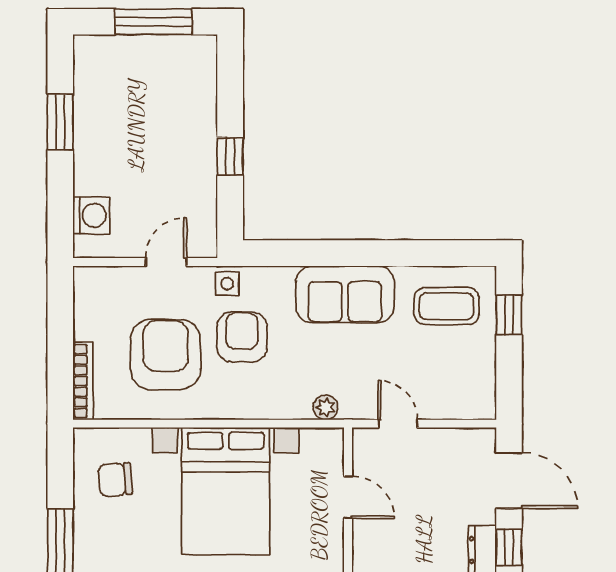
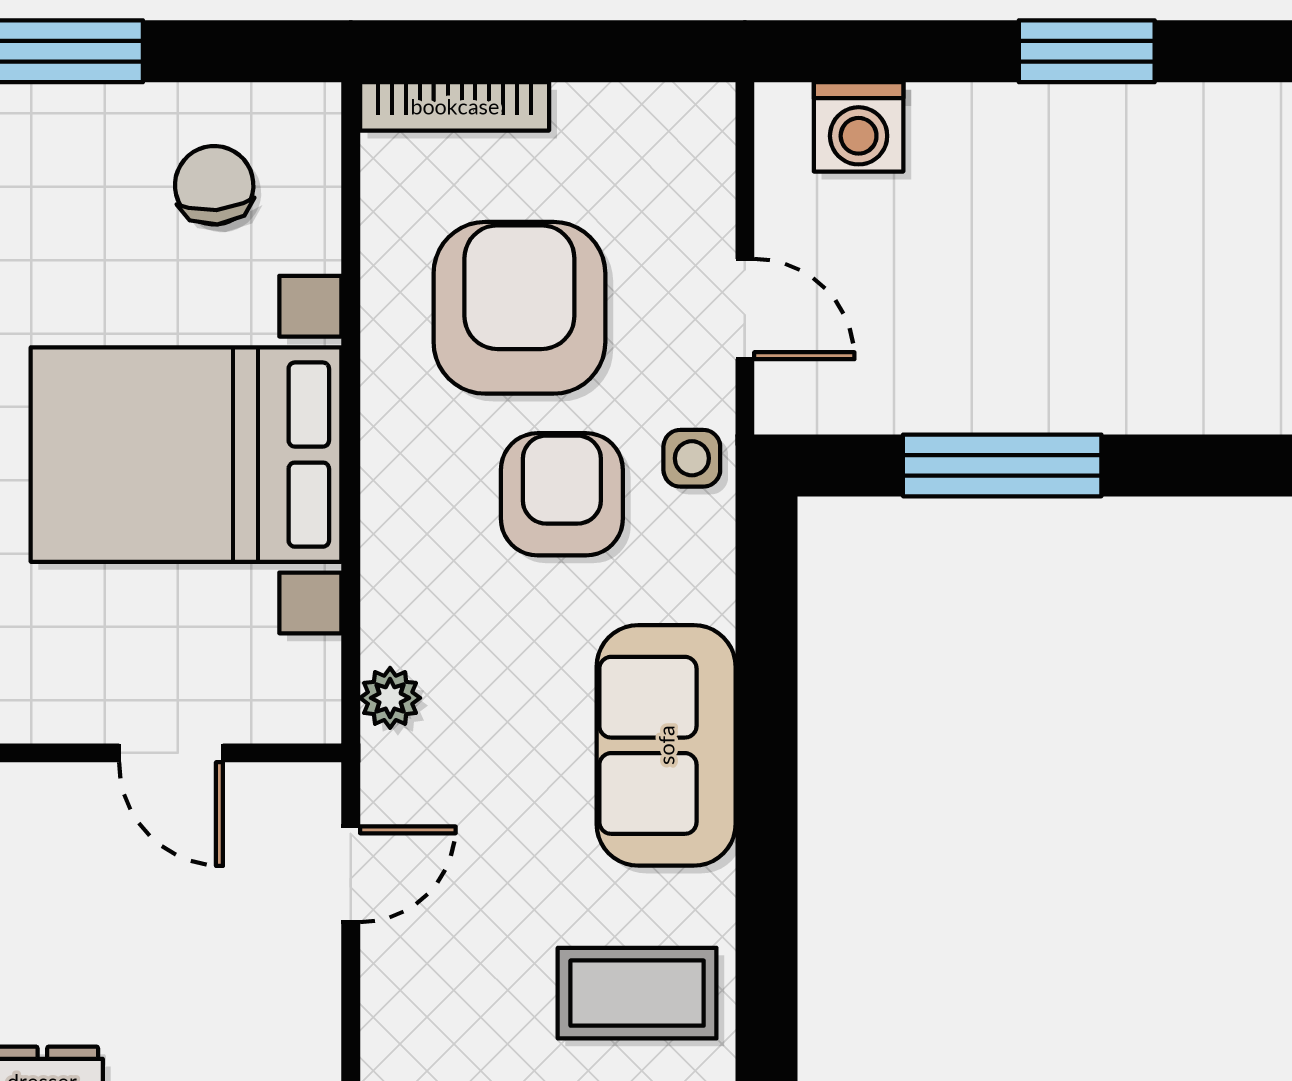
window: (230, 156) -> (1002, 465), width x2.17
coffee table: (447, 306) -> (637, 993), turned 90
armchair: (242, 337) -> (562, 494), turned -90
armchair: (166, 354) -> (519, 308), turned -90
door: (348, 497) -> (171, 753), hinge flipped

